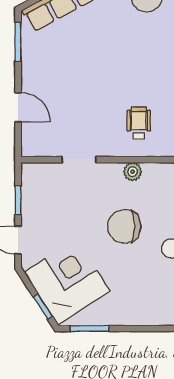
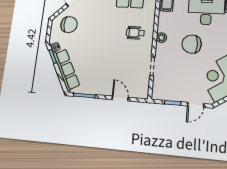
door: (18, 107) -> (120, 98), hinge flipped
chair: (124, 226) -> (192, 44), turned 90

